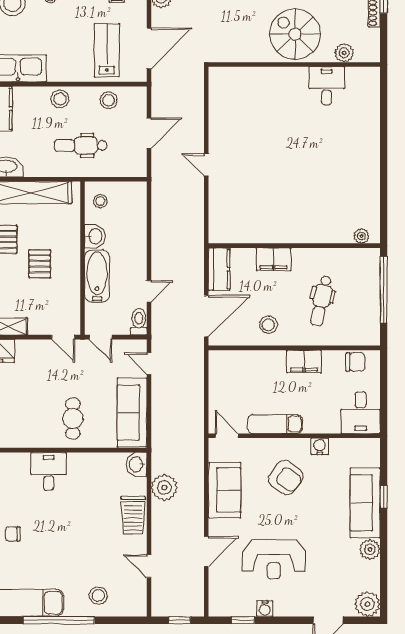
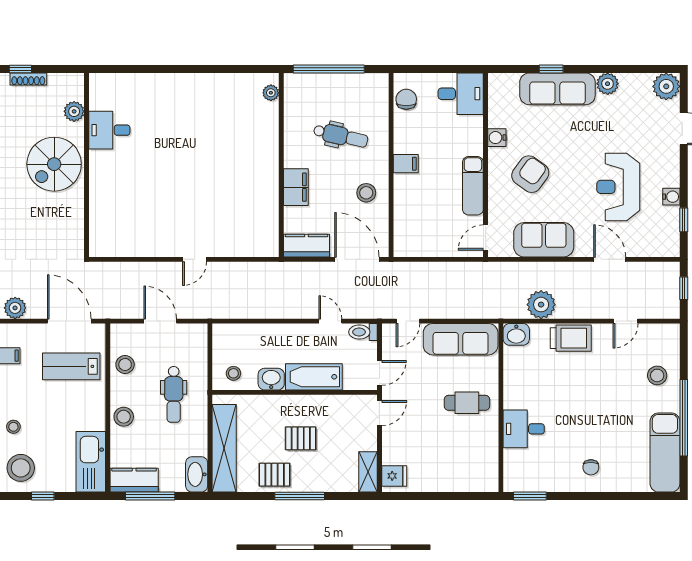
filing cabinet: (304, 362) -> (406, 164), width x0.50
reception desk: (274, 559) -> (618, 187), turned 180

